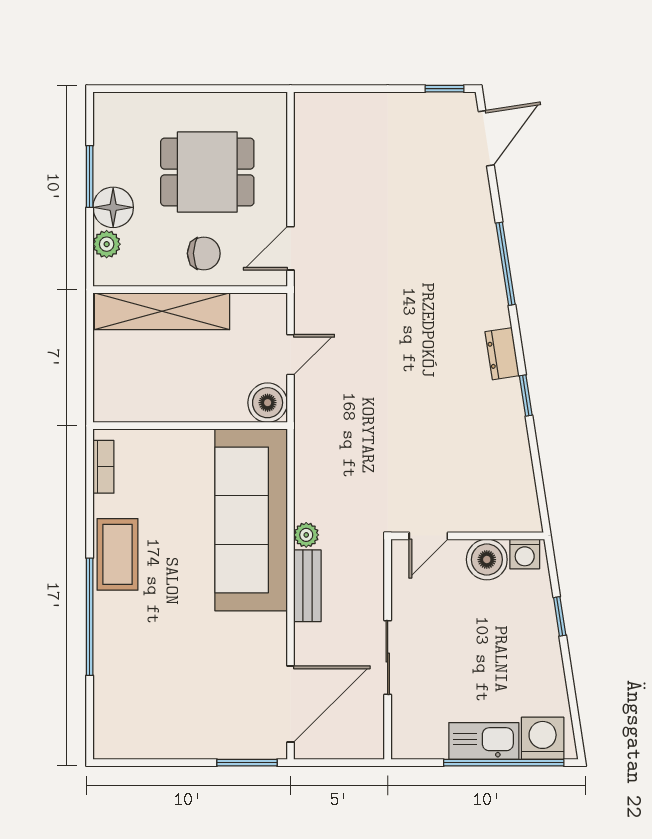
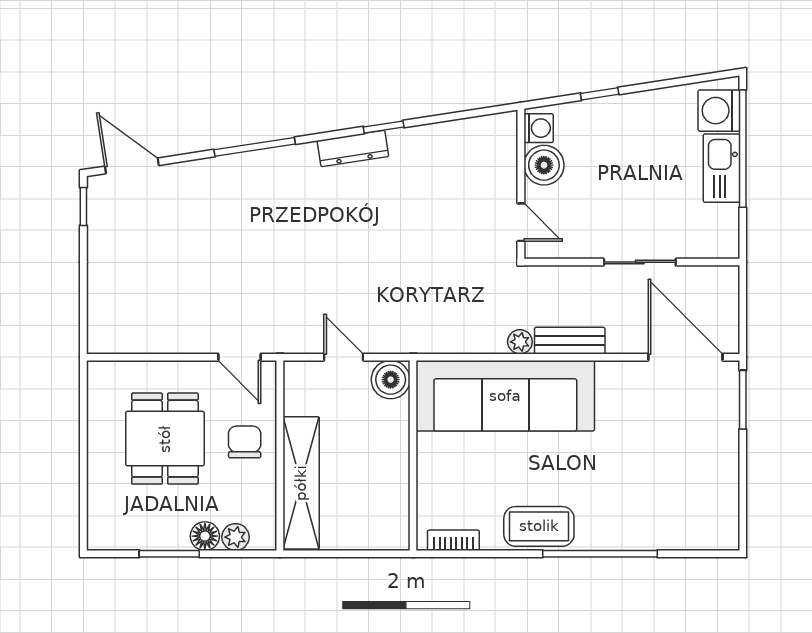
floor lamp: (113, 207) -> (205, 536), width x0.73, depth x0.73
dresser: (502, 354) -> (353, 149), width x1.44

